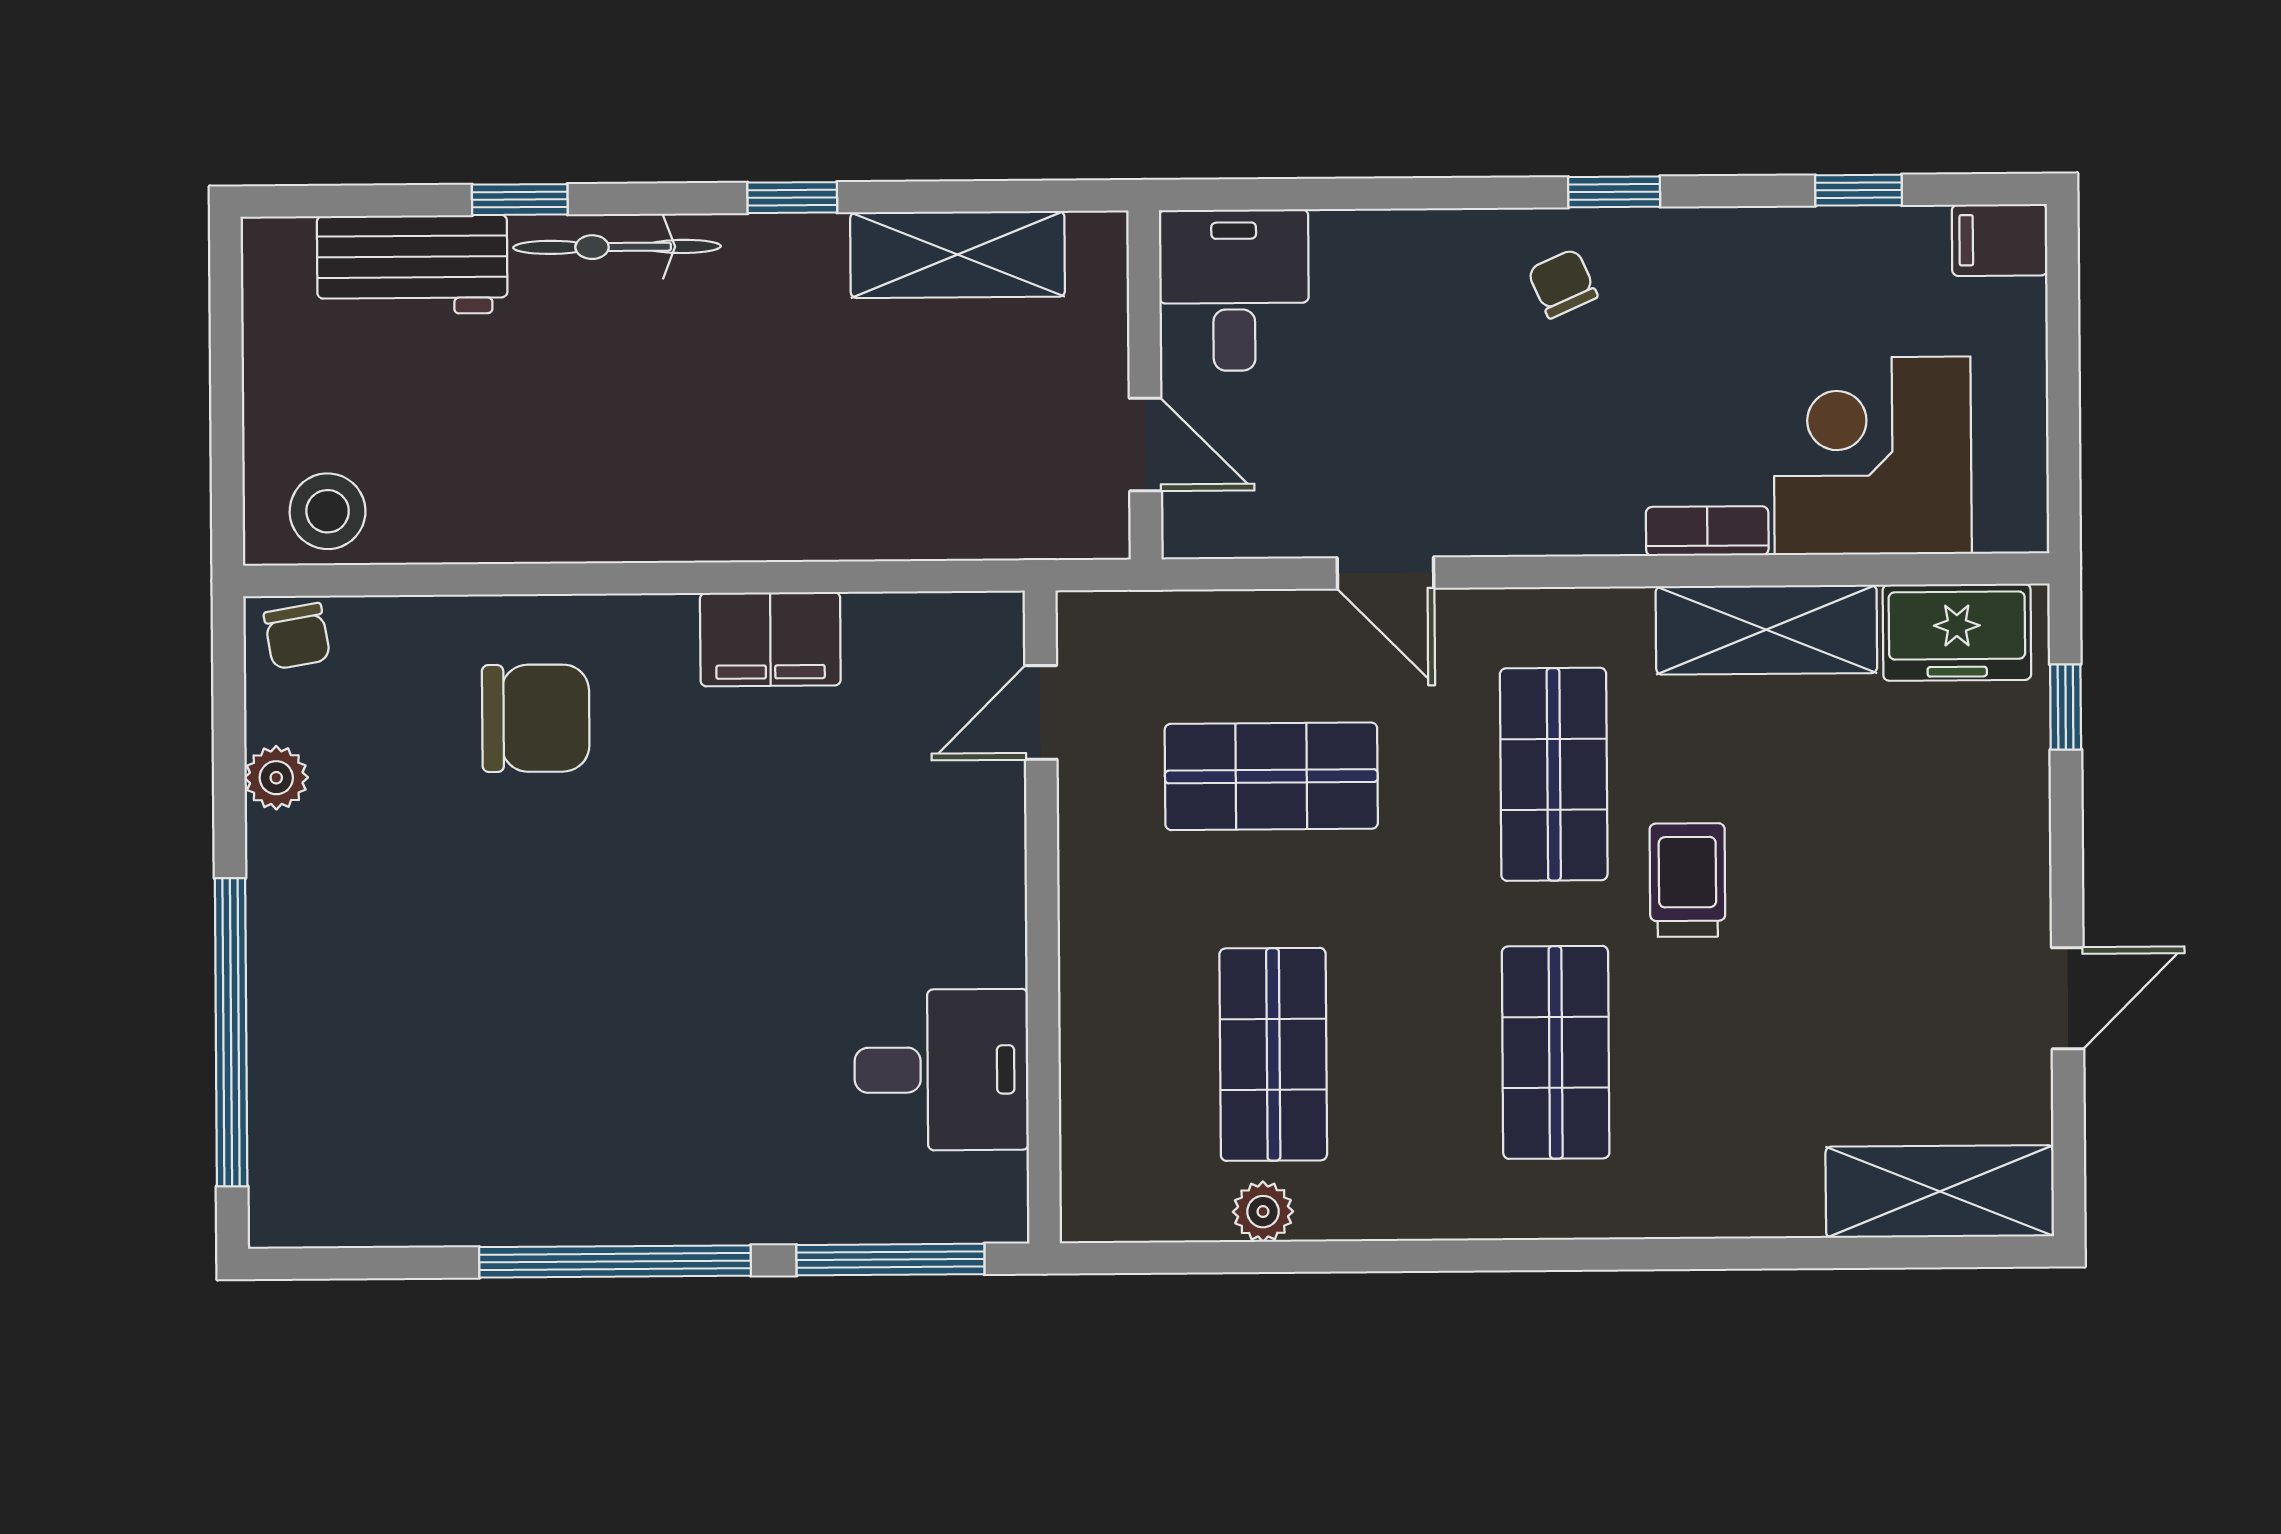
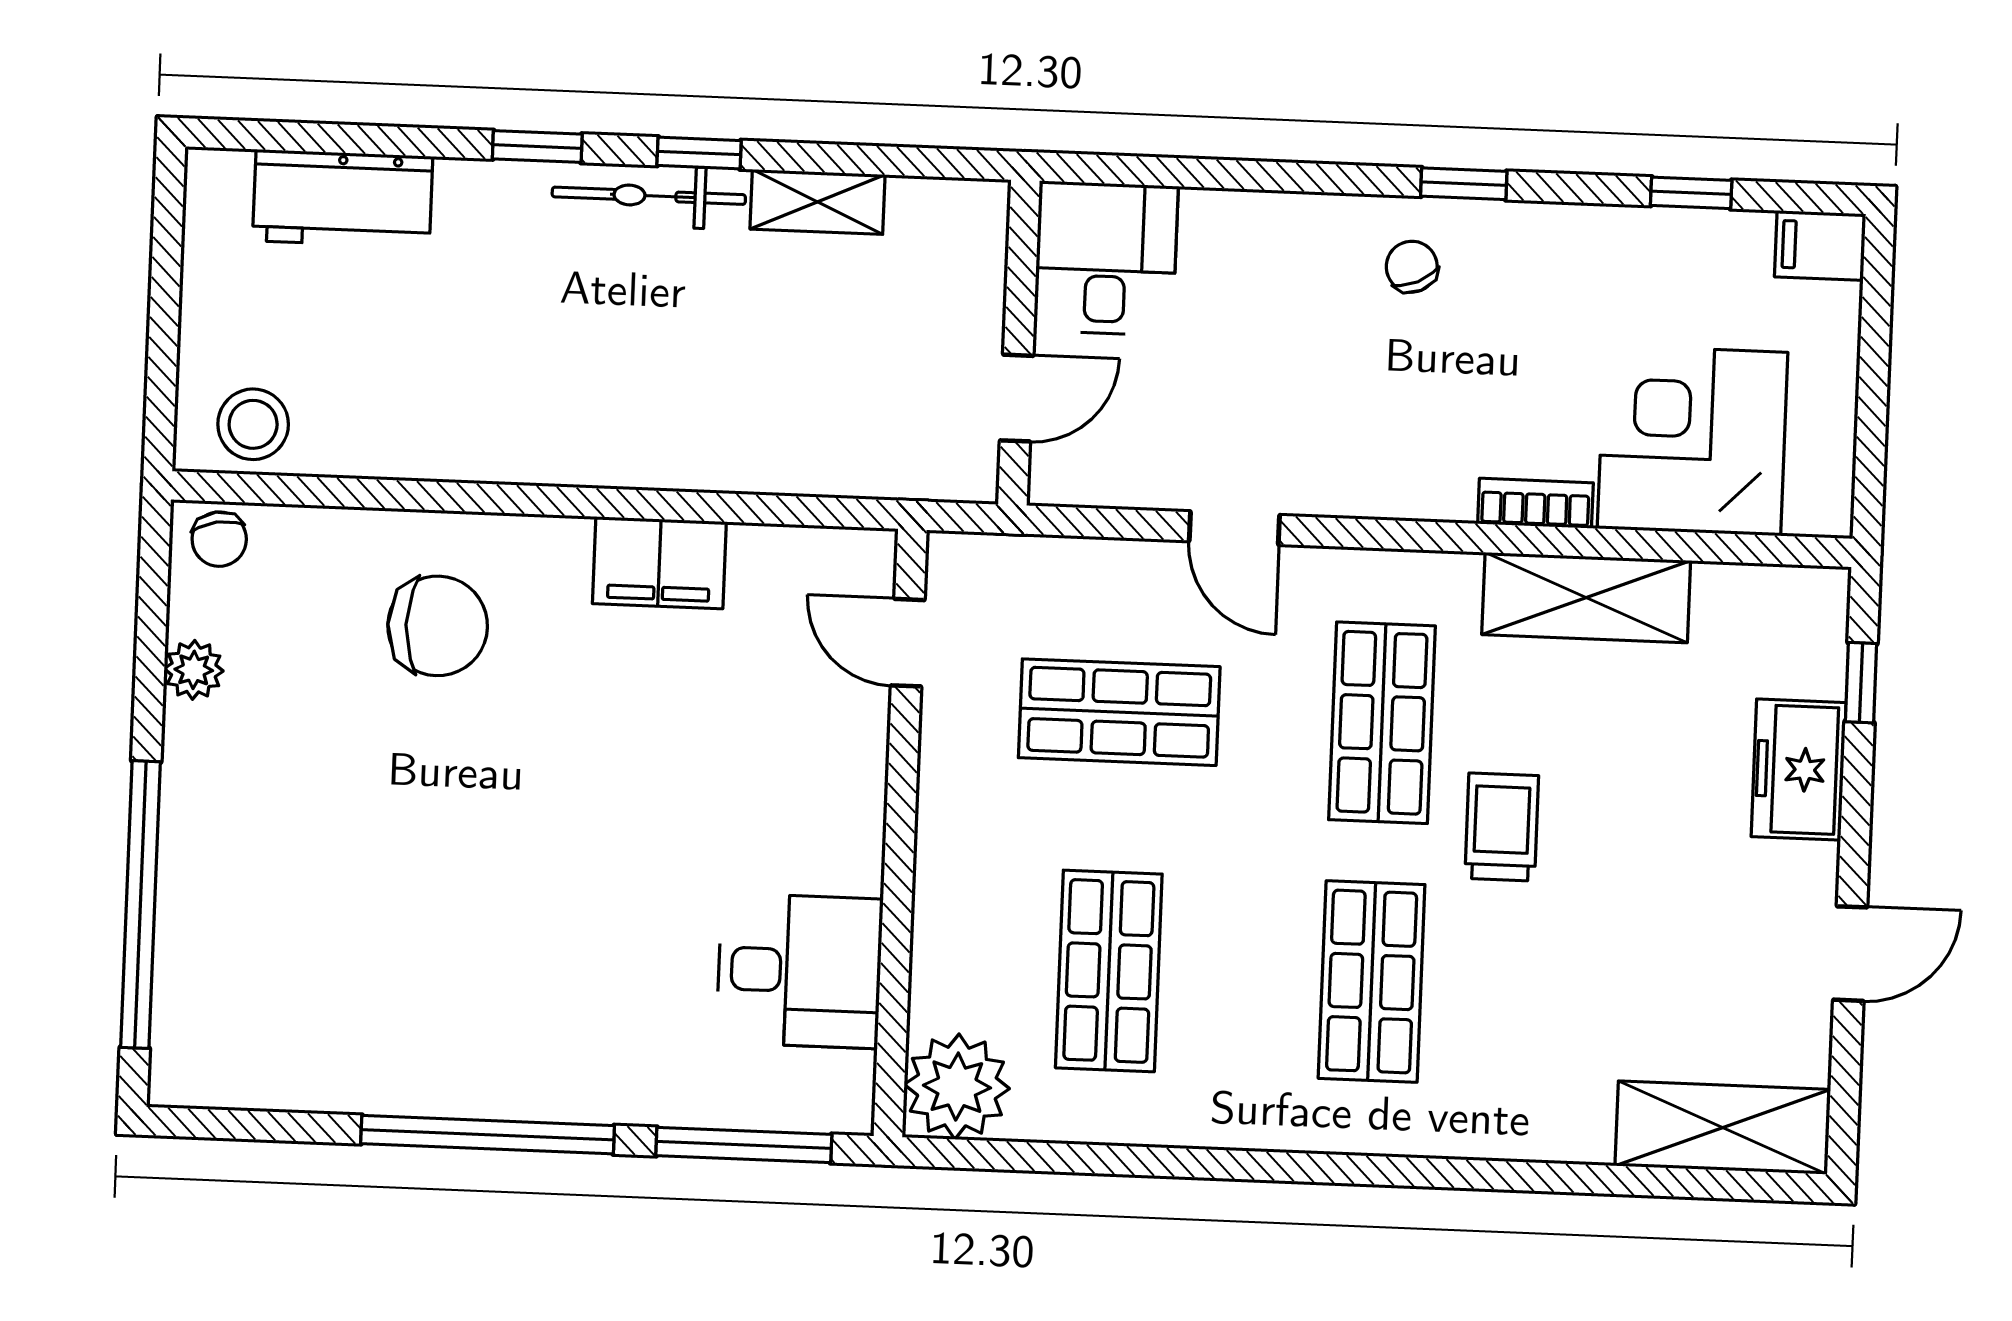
window: (520, 200) -> (537, 146), moved
bicycle: (617, 247) -> (649, 196), moved
shelving: (958, 254) -> (818, 202), width x0.67, depth x0.75
door: (1145, 444) -> (1017, 398), hinge flipped
freezer: (1957, 632) -> (1799, 770), moved, turned 90
door: (1041, 712) -> (908, 643), hinge flipped
plant: (1263, 1212) -> (957, 1087), moved, width x1.87, depth x1.87

